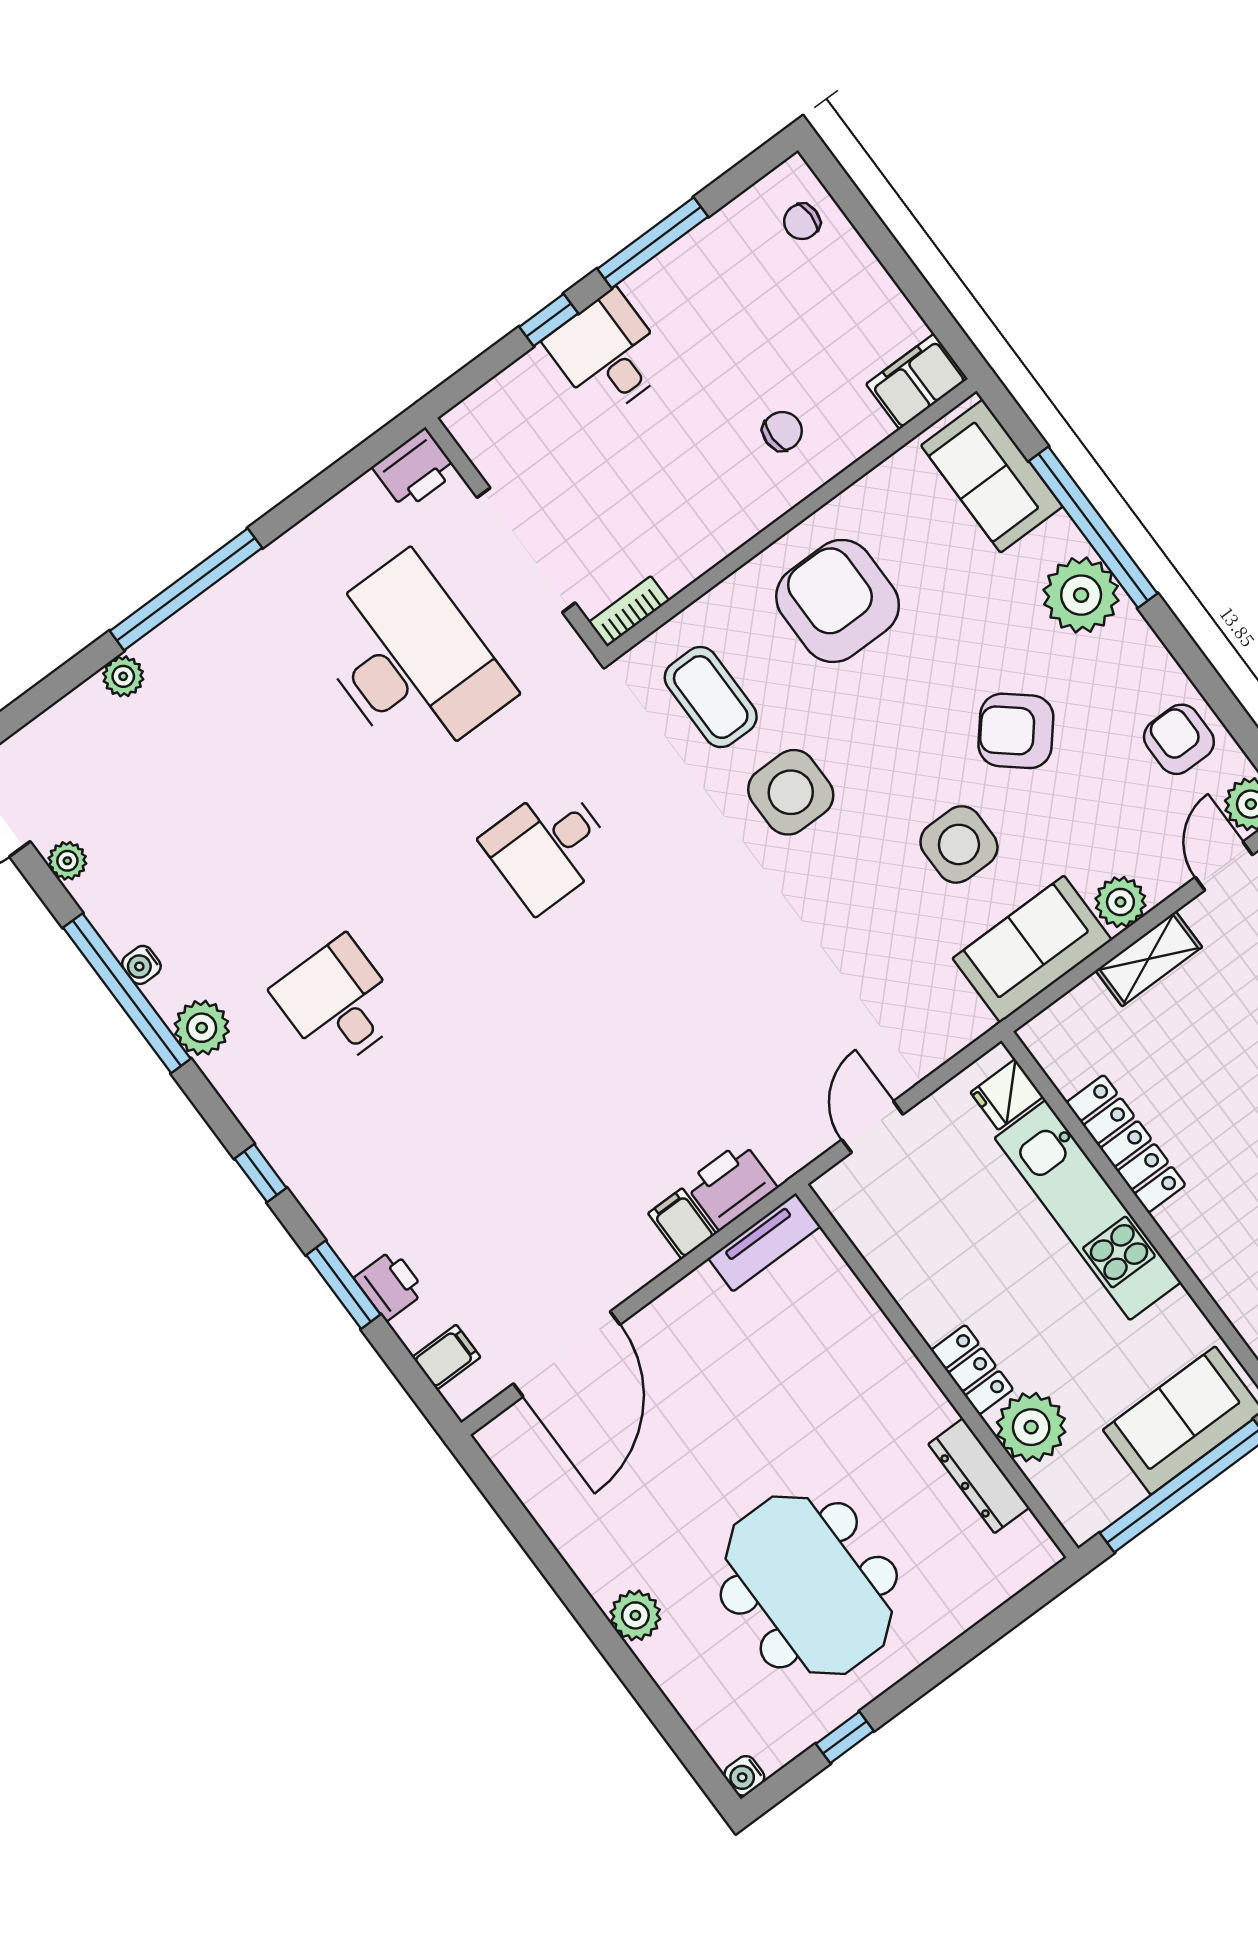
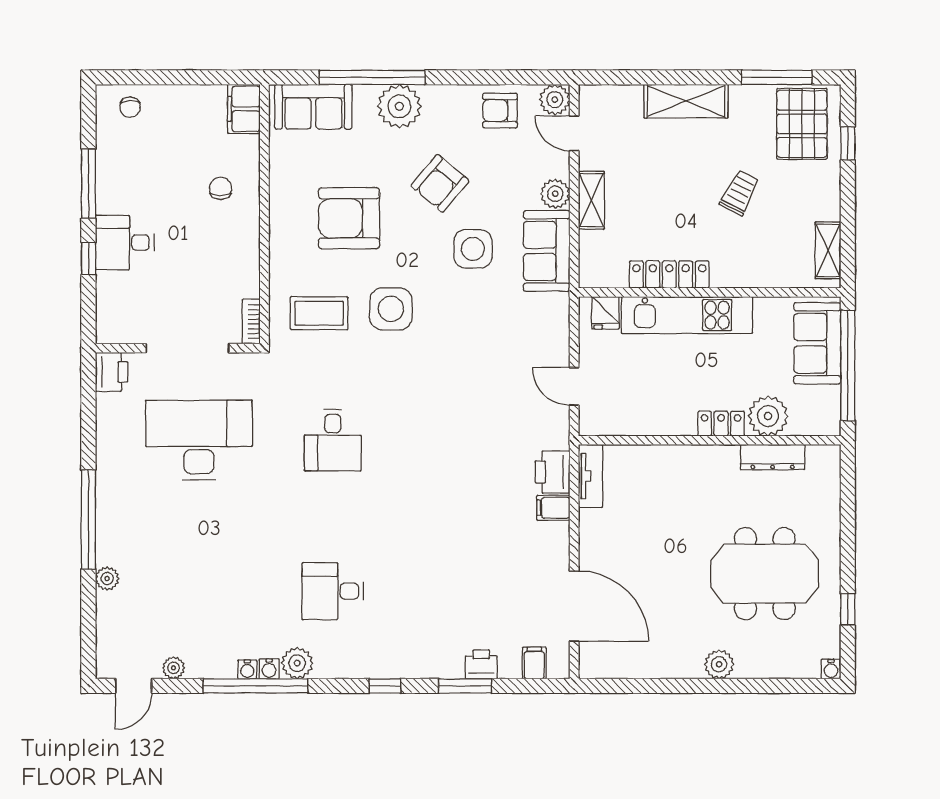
armchair: (838, 601) -> (349, 218), moved
water cooler: (165, 995) -> (269, 669), added

